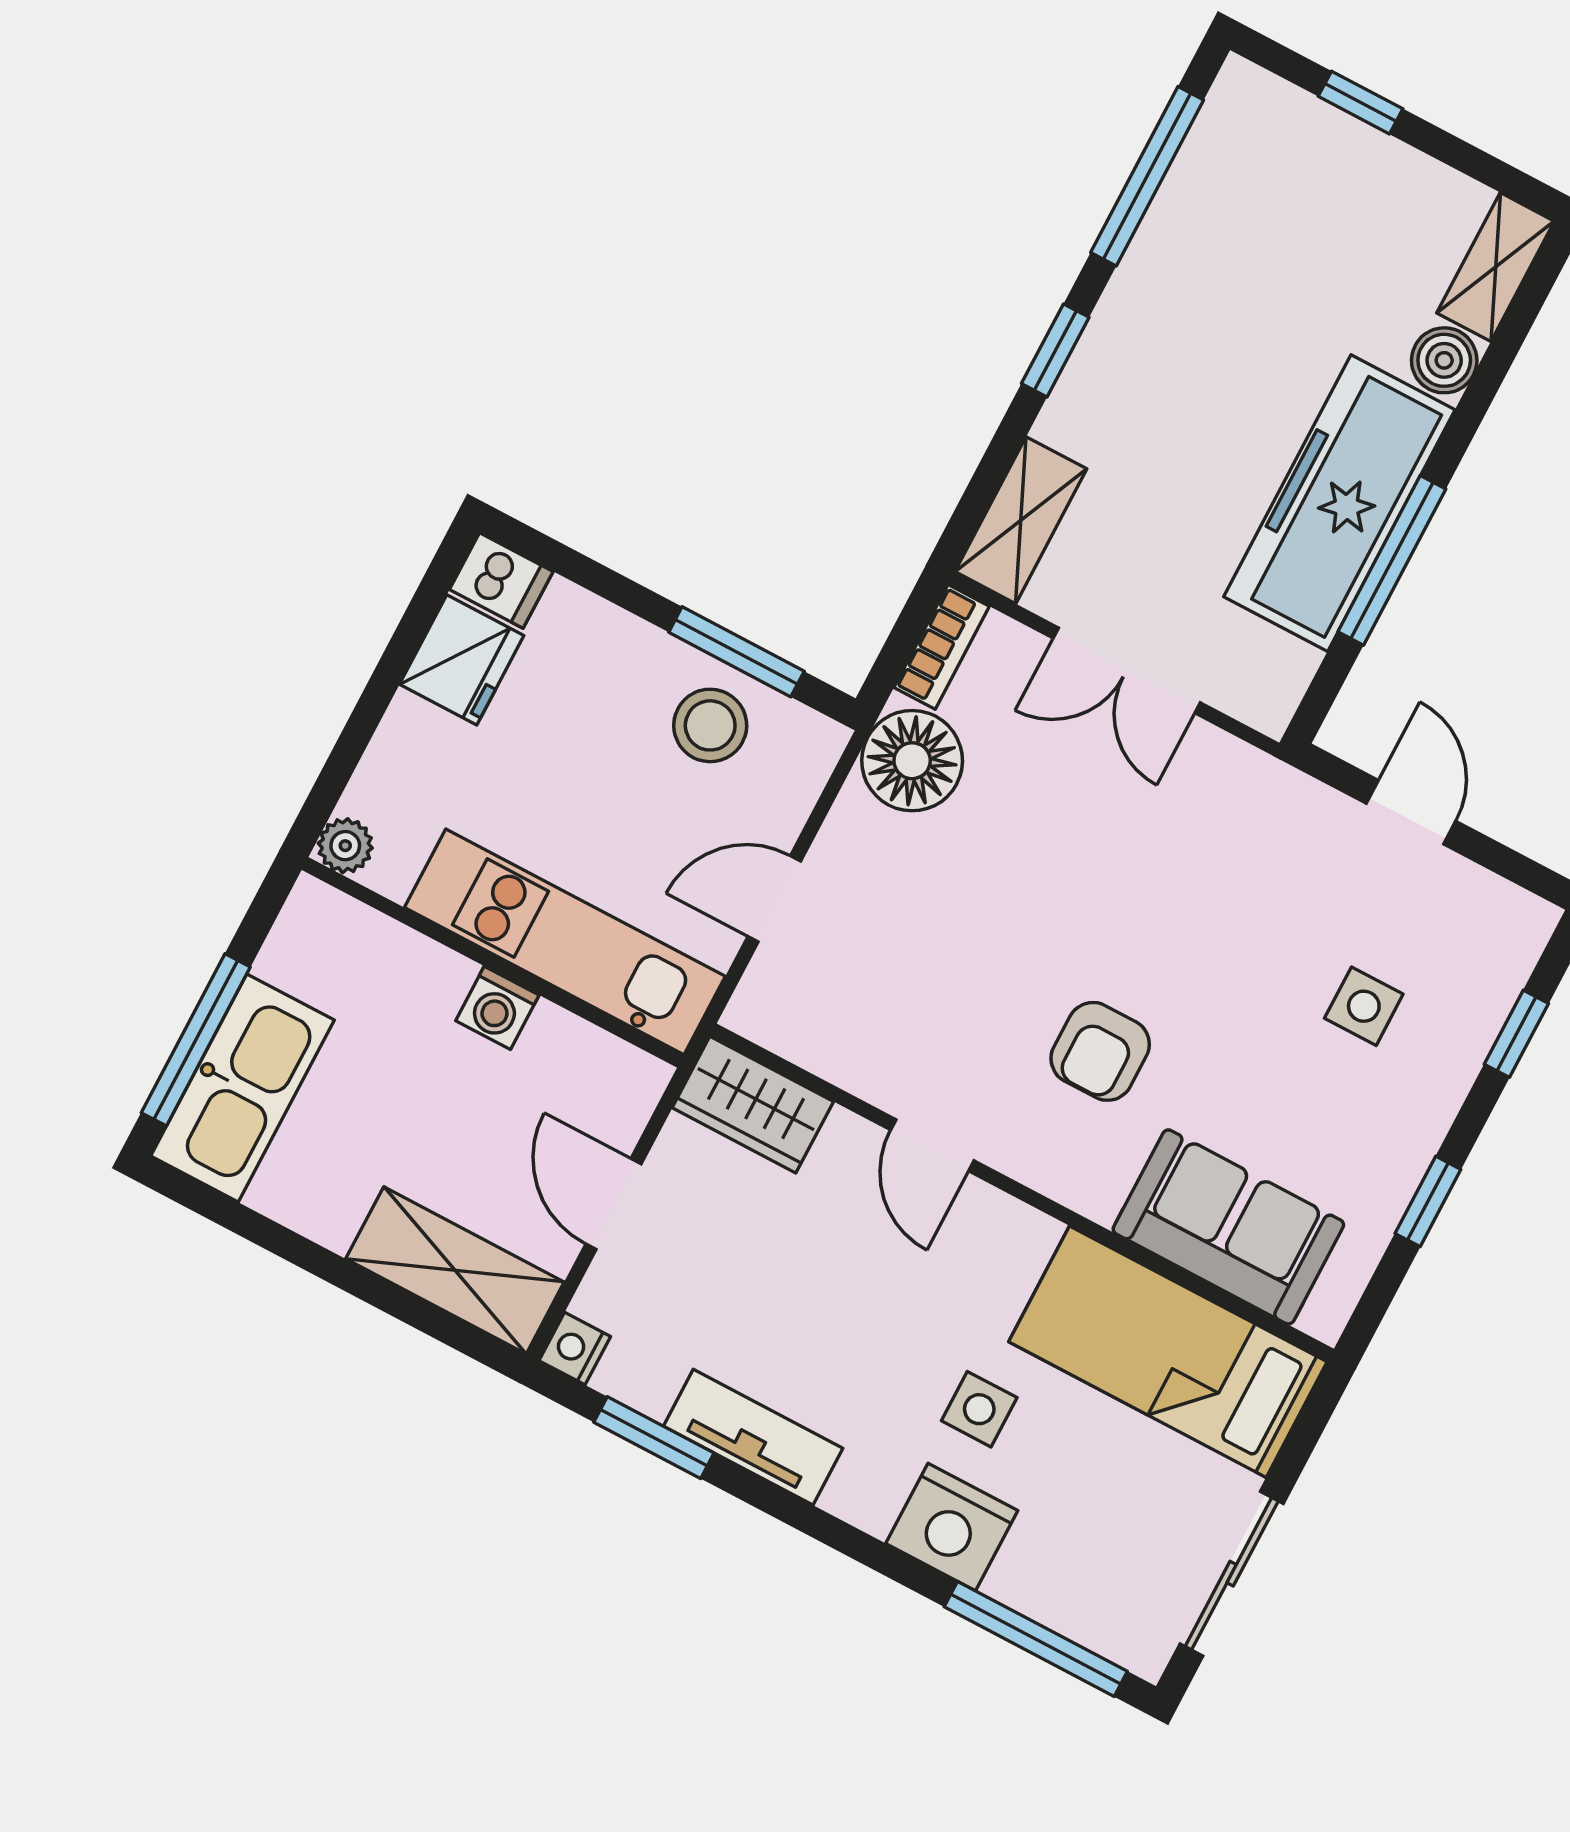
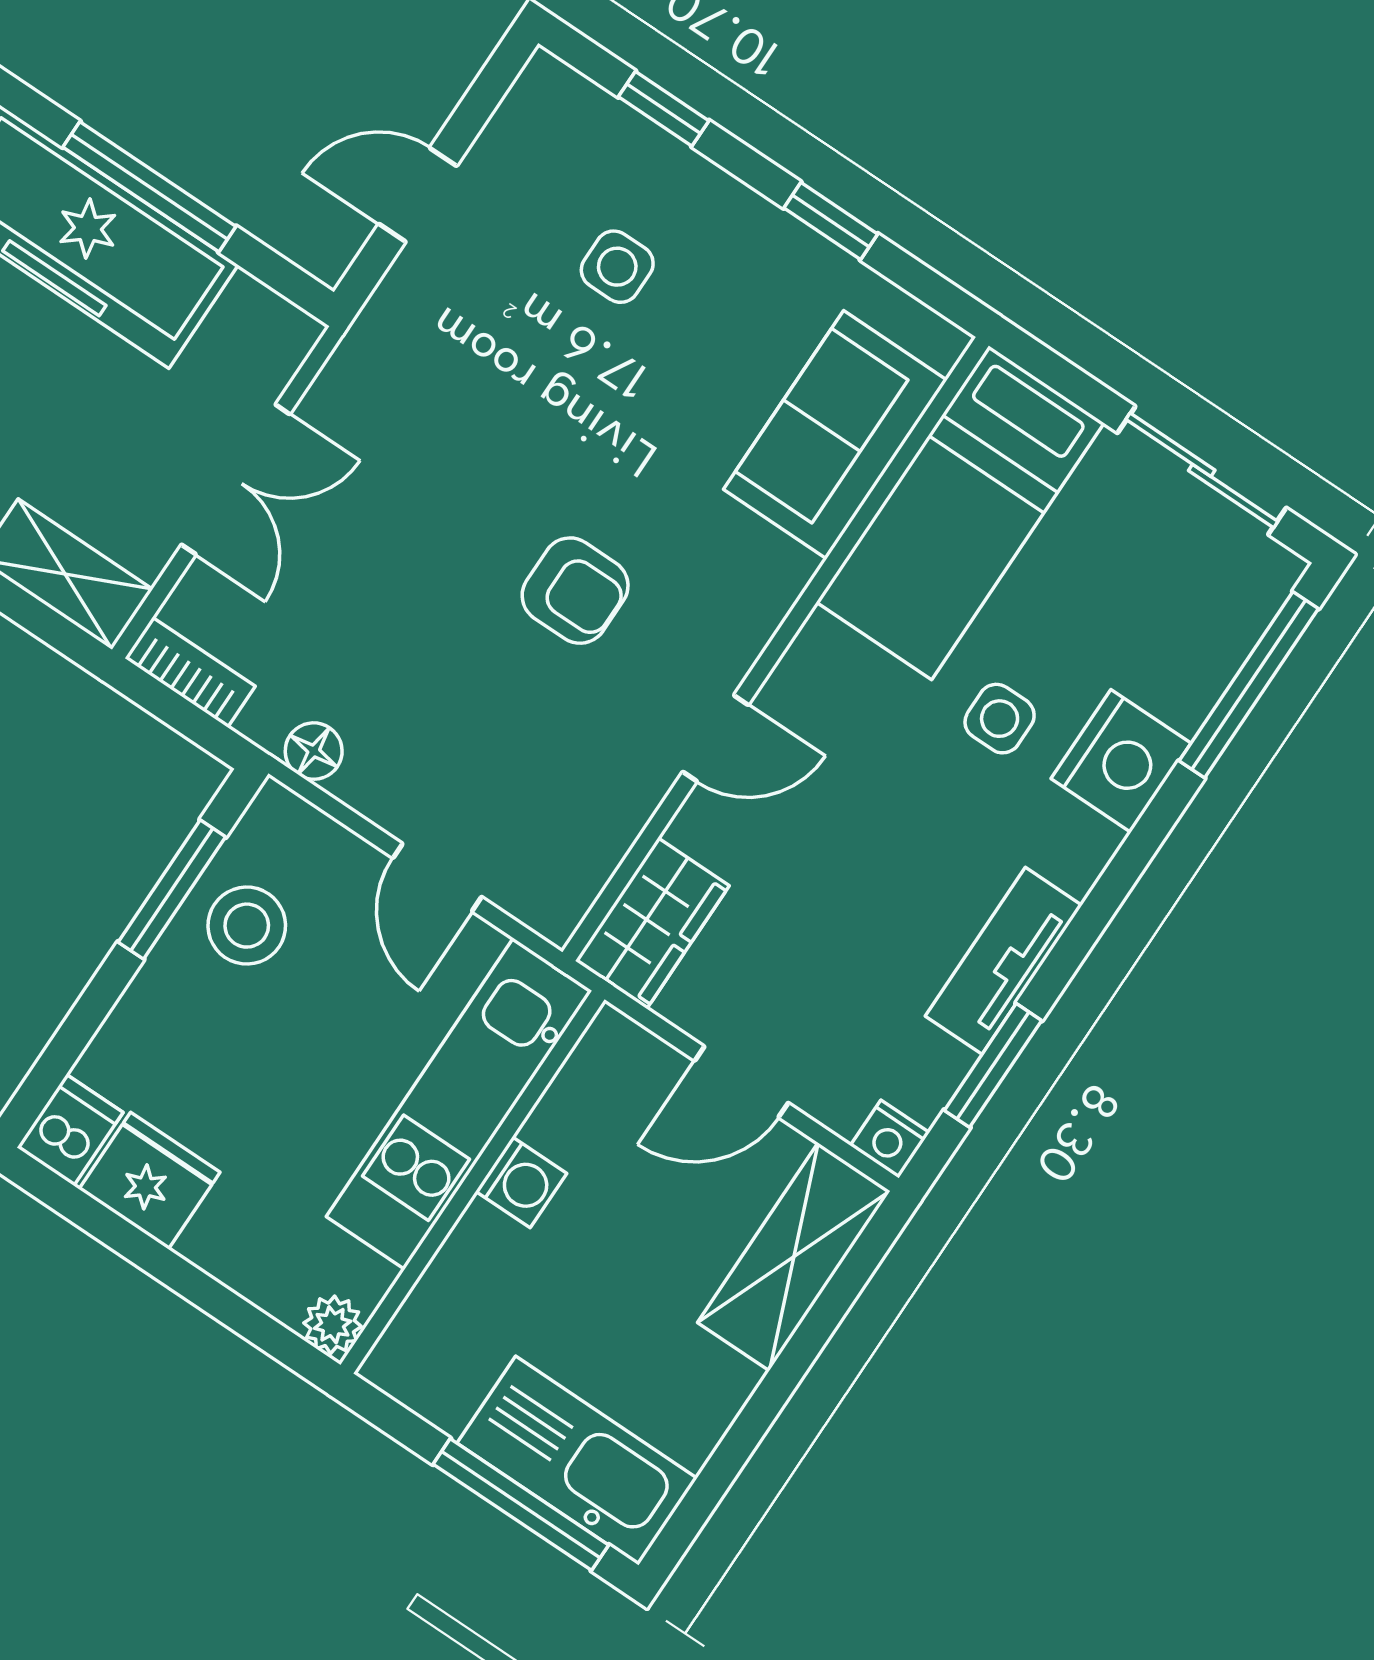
floor lamp: (912, 761) -> (314, 751), width x0.53, depth x0.53
armchair: (1100, 1051) -> (575, 591), moved

